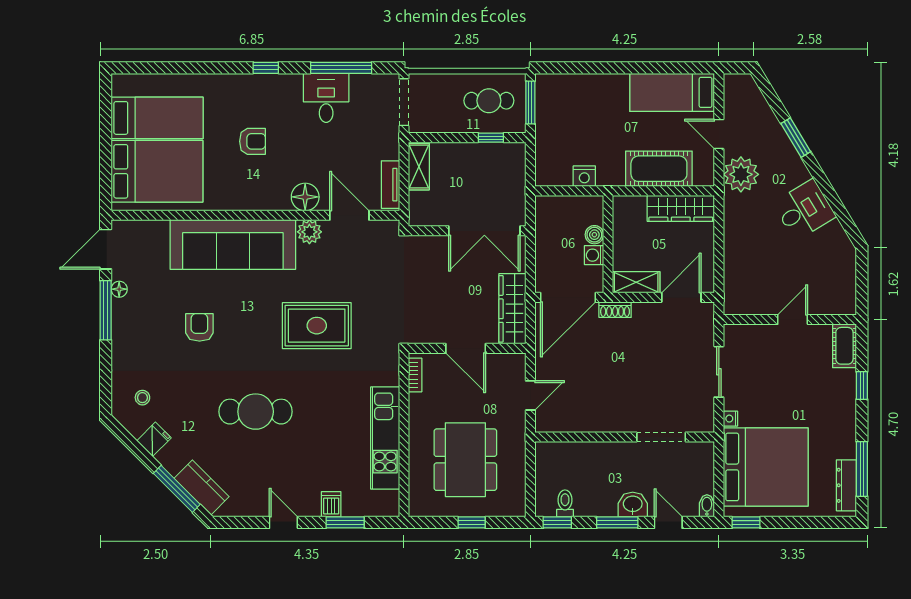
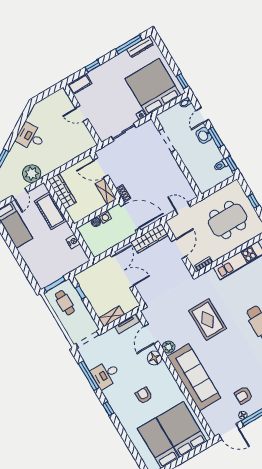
armchair: (199, 327) -> (244, 395), moved

